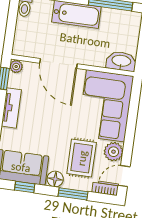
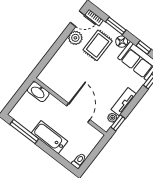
plant: (16, 67) -> (112, 118), moved
corner sofa: (106, 106) -> (64, 69), removed

